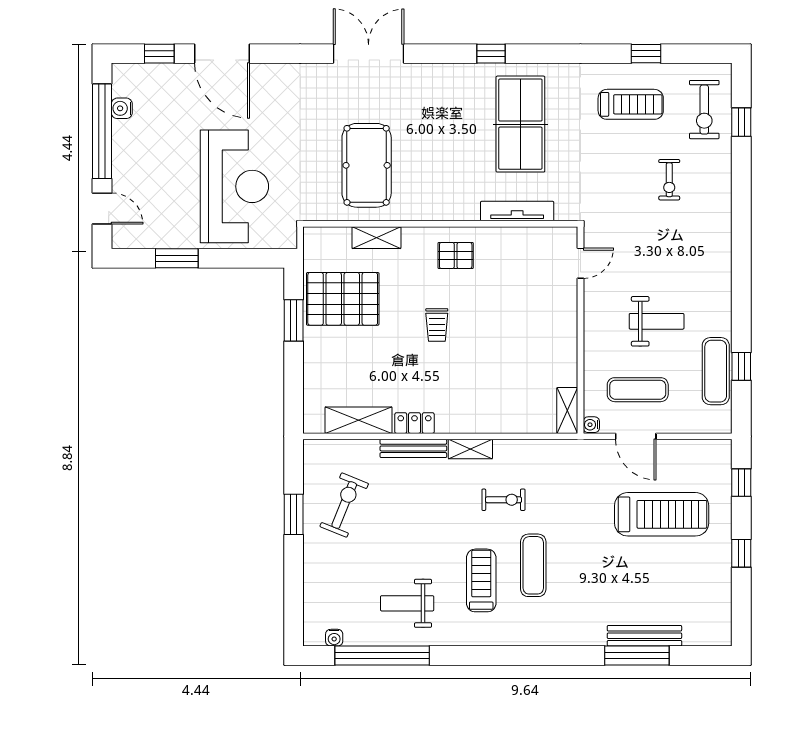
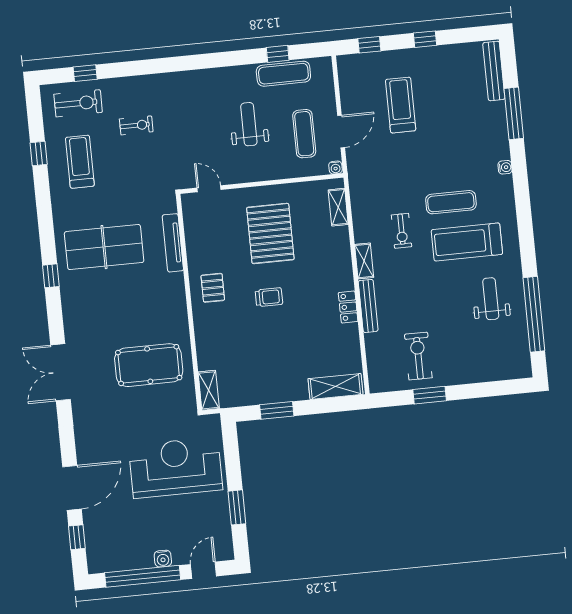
water cooler: (122, 108) -> (163, 559), moved
shelving: (376, 238) -> (209, 390), moved
pallet: (343, 299) -> (270, 233), moved
shelving: (567, 410) -> (338, 207), moved, turned 90
shelving: (359, 420) -> (335, 386), moved, turned 90
exercise bike: (504, 500) -> (402, 231), turned 180
exercise bike: (344, 505) -> (418, 356), turned 68
treadmill: (662, 514) -> (401, 105), width x0.73, depth x0.73
treadmill: (481, 580) -> (467, 242), width x1.37, depth x1.38
weight bench: (407, 603) -> (491, 299), turned 180
bench: (644, 636) -> (494, 71), moved
water cooler: (334, 638) -> (505, 167), moved

